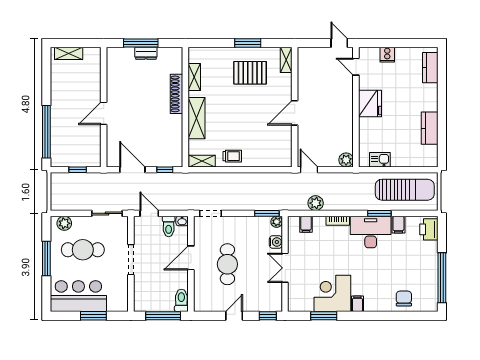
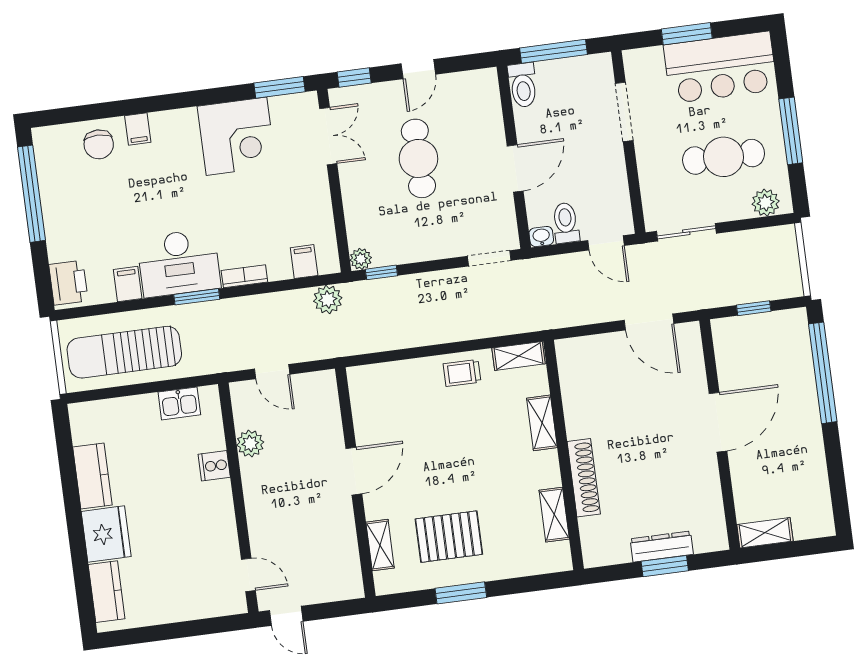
window: (141, 43) -> (665, 566), width x0.69
shelving: (69, 53) -> (765, 533), moved
dresser: (146, 53) -> (662, 547), width x1.44
cooker: (387, 55) -> (214, 466), moved, turned -90
shelving: (286, 60) -> (380, 545), moved
fridge: (370, 104) -> (106, 534), moved, turned 180
door: (104, 113) -> (718, 422), width x1.36
shelving: (196, 118) -> (542, 423), width x0.67, depth x0.75
plant: (346, 160) -> (250, 444), moved
window: (165, 170) -> (587, 330), removed
door: (309, 170) -> (272, 372), moved
plant: (316, 203) -> (328, 299), moved
window: (267, 213) -> (381, 272), width x0.67
window: (379, 213) -> (197, 297), moved
water cooler: (276, 242) -> (357, 220), removed
doorway: (131, 260) -> (624, 112), moved
cafe table: (227, 264) -> (418, 158), moved
double door: (285, 268) -> (328, 136), moved
filing cabinet: (357, 304) -> (138, 129), moved
window: (324, 316) -> (280, 87), moved

